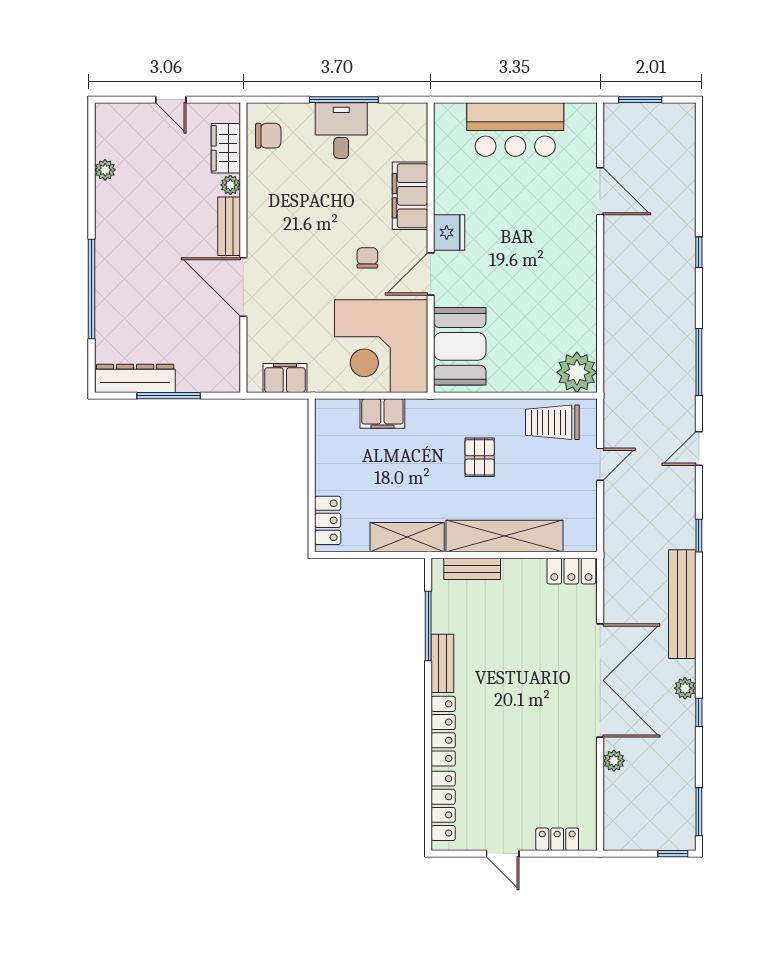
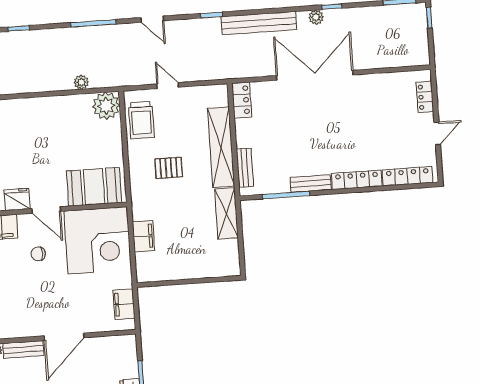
locker: (328, 520) -> (219, 268), removed
plant: (614, 761) -> (81, 82), moved

